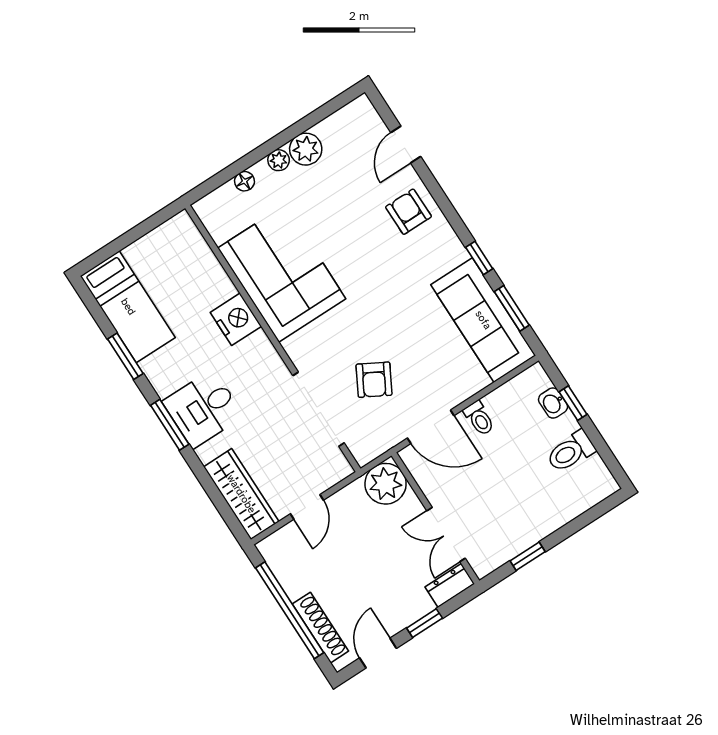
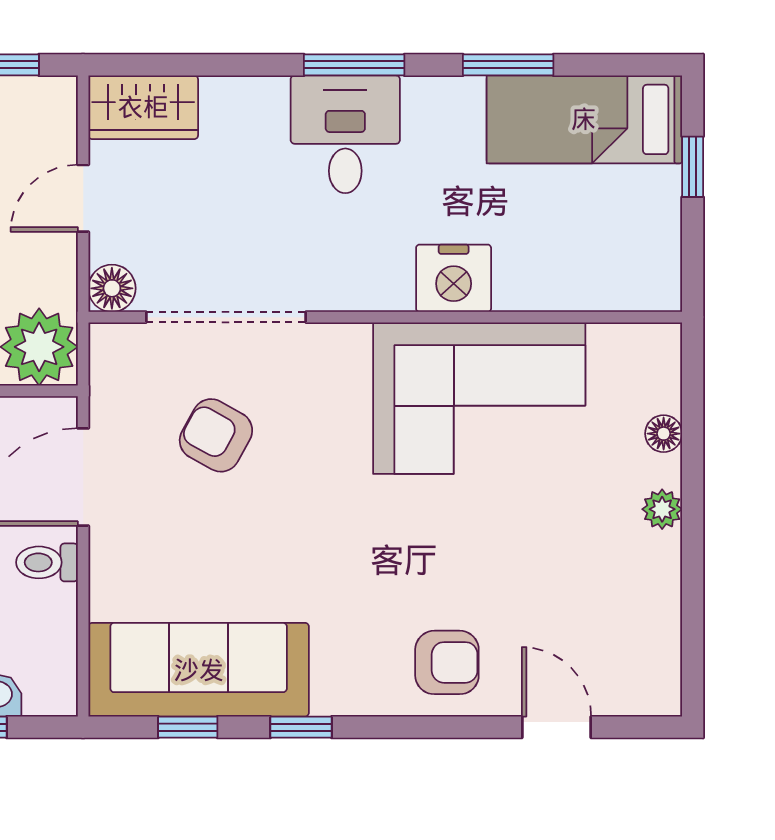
plant: (306, 149) -> (652, 564), removed
window: (118, 245) -> (693, 167), added
window: (512, 308) -> (188, 727), width x0.67
floor lamp: (339, 468) -> (112, 288), added
wardrobe: (241, 494) -> (143, 107), width x0.67
door: (307, 507) -> (83, 198), hinge flipped

